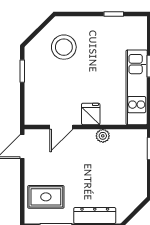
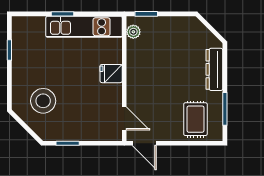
door: (61, 127) -> (124, 118), moved
plant: (103, 136) -> (133, 32), moved

